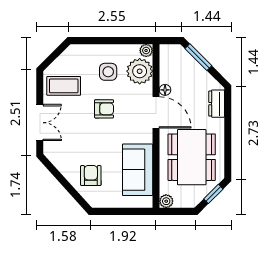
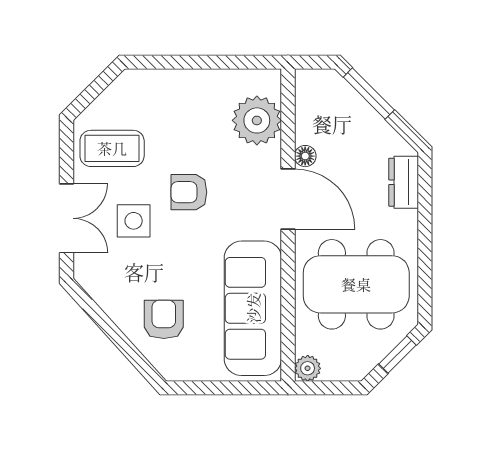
plant: (146, 50) -> (269, 81), removed
side table: (108, 72) -> (134, 221), moved
armchair: (104, 109) -> (189, 192), turned 180
dining table: (192, 157) -> (356, 284), turned 90
sofa: (138, 170) -> (253, 308), width x1.36

